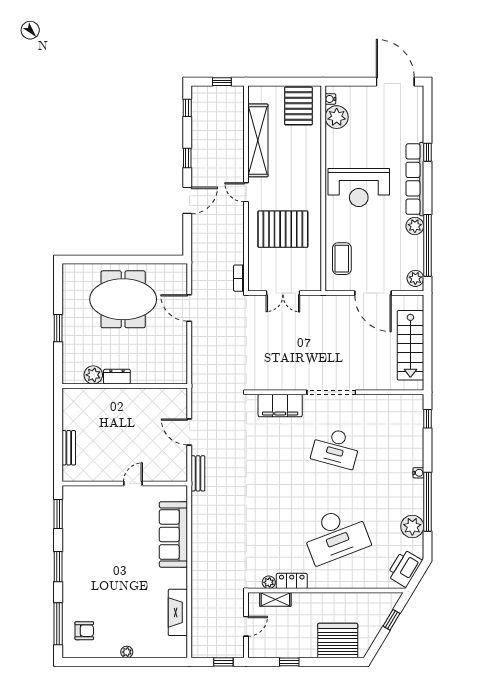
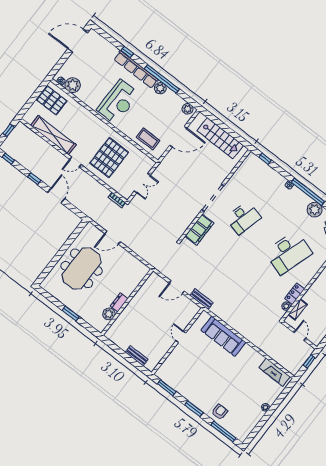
window: (428, 245) -> (162, 79), moved
desk: (336, 535) -> (289, 253), turned 39
fireplace: (178, 612) -> (275, 372), moved
armchair: (84, 631) -> (220, 412), moved

